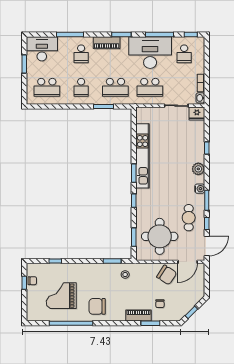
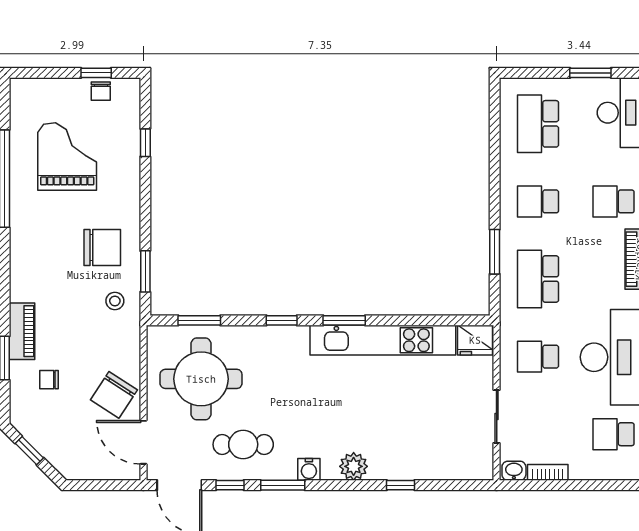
school desk: (150, 87) -> (538, 357), width x0.54
fridge: (197, 114) -> (475, 340), moved, turned -90
chair: (97, 306) -> (102, 247), moved, turned 90

